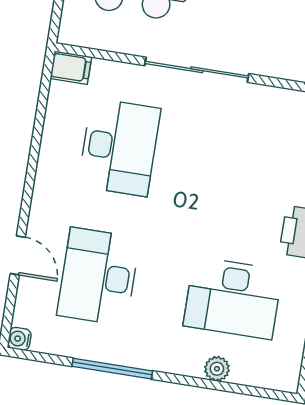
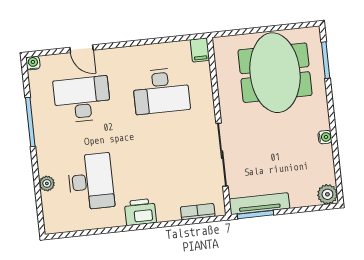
sliding door: (197, 70) -> (222, 155), moved
door: (18, 255) -> (82, 49), hinge flipped
desk: (233, 298) -> (91, 182), turned 180

